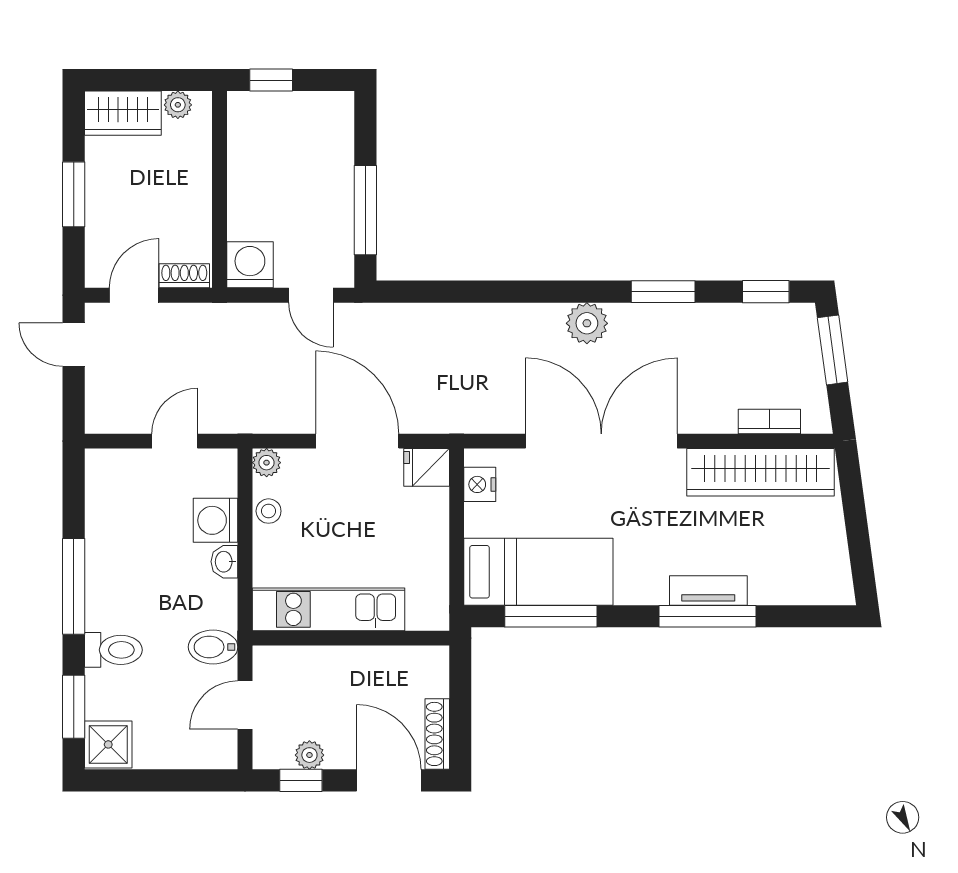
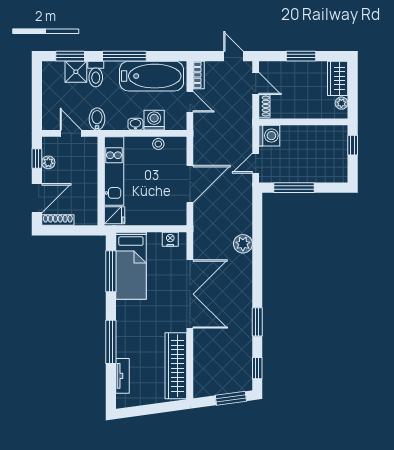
plant: (587, 323) -> (243, 244), moved
door: (74, 345) -> (233, 56), hinge flipped
bookcase: (769, 421) -> (199, 75), moved
plant: (267, 463) -> (180, 143), removed
fridge: (427, 467) -> (114, 215), moved, turned 90
bathtub: (118, 526) -> (152, 76), added
tv unit: (708, 591) -> (122, 376), moved
shower: (108, 744) -> (76, 72), moved

